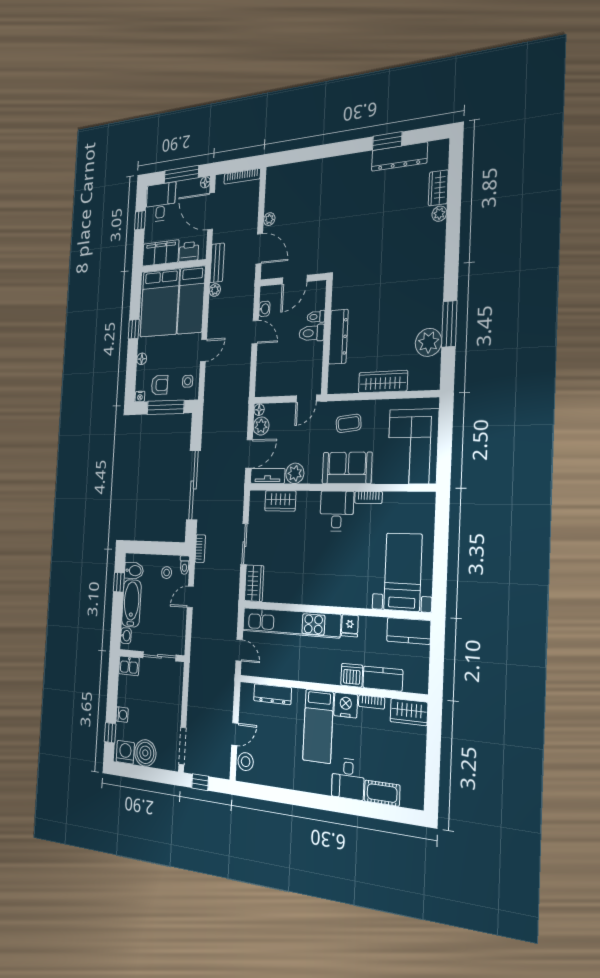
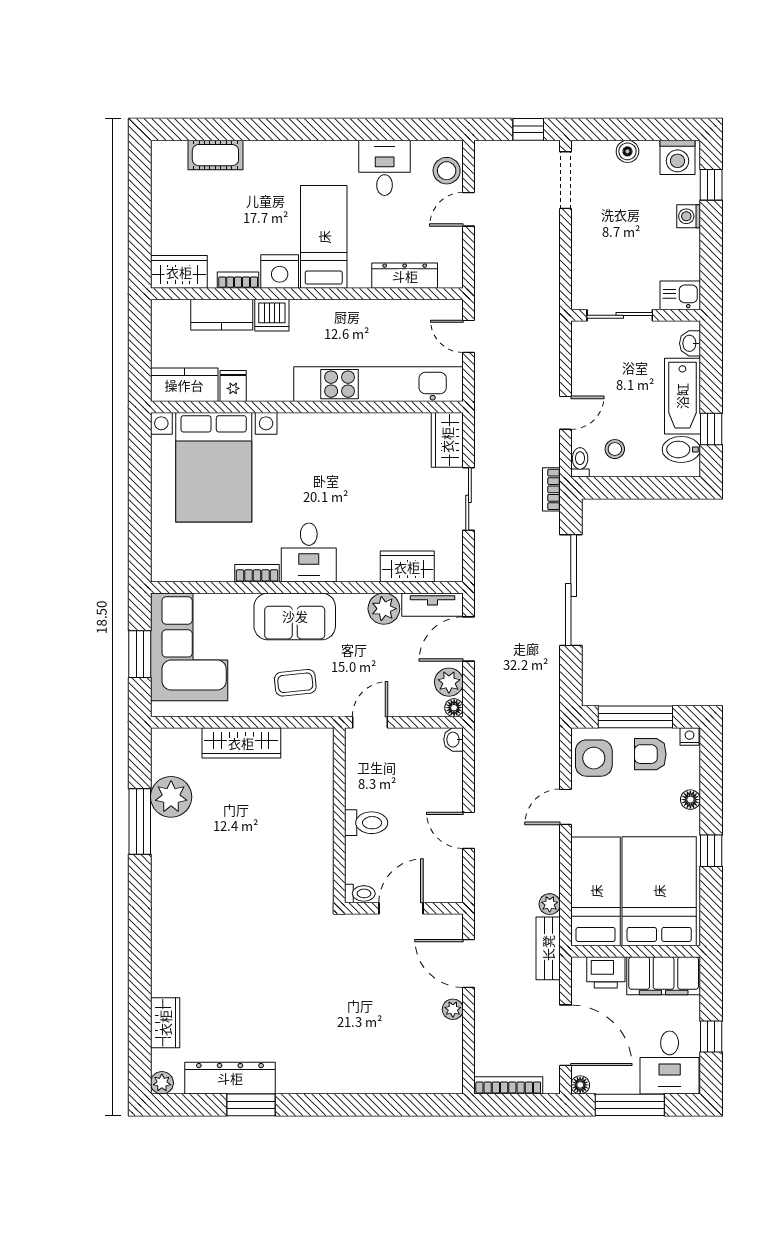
plant: (439, 214) -> (162, 1083), moved
washbasin: (264, 309) -> (454, 740), moved
toilet: (316, 317) -> (360, 893), moved
dresser: (338, 337) -> (319, 814), removed
side table: (188, 381) -> (594, 758), width x1.87, depth x1.87
window: (445, 441) -> (140, 654), added
bed with nightstands: (403, 572) -> (214, 467), width x1.36
fridge: (350, 626) -> (233, 386), moved
boiler: (145, 753) -> (627, 151), width x0.54, depth x0.54
desk: (348, 779) -> (385, 168), moved

